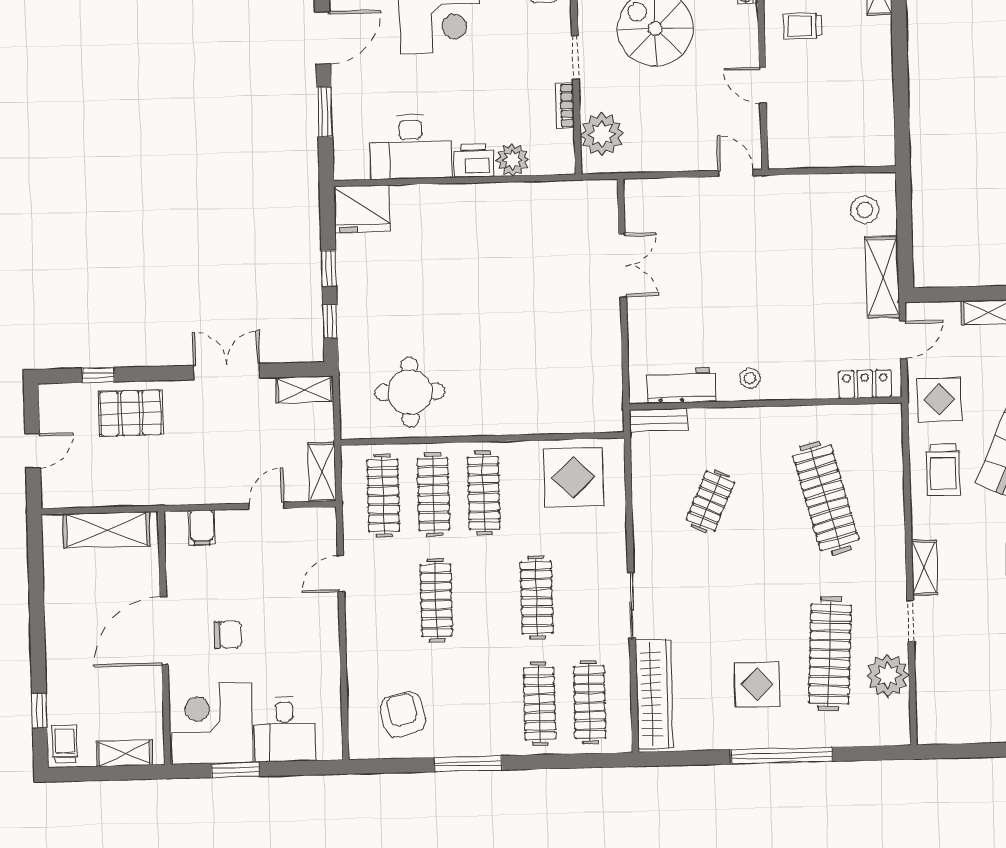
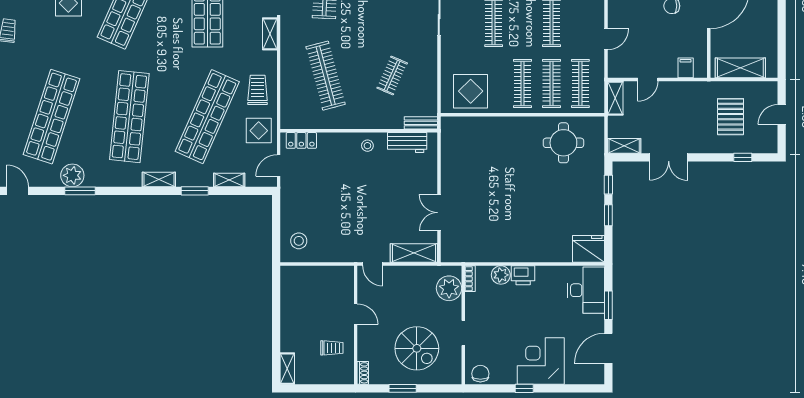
bookcase: (565, 105) -> (470, 279), moved
desk: (411, 147) -> (586, 290), moved, turned 90
shelving: (882, 277) -> (414, 253), moved, turned 90
pallet: (130, 413) -> (731, 117), moved, turned 90

